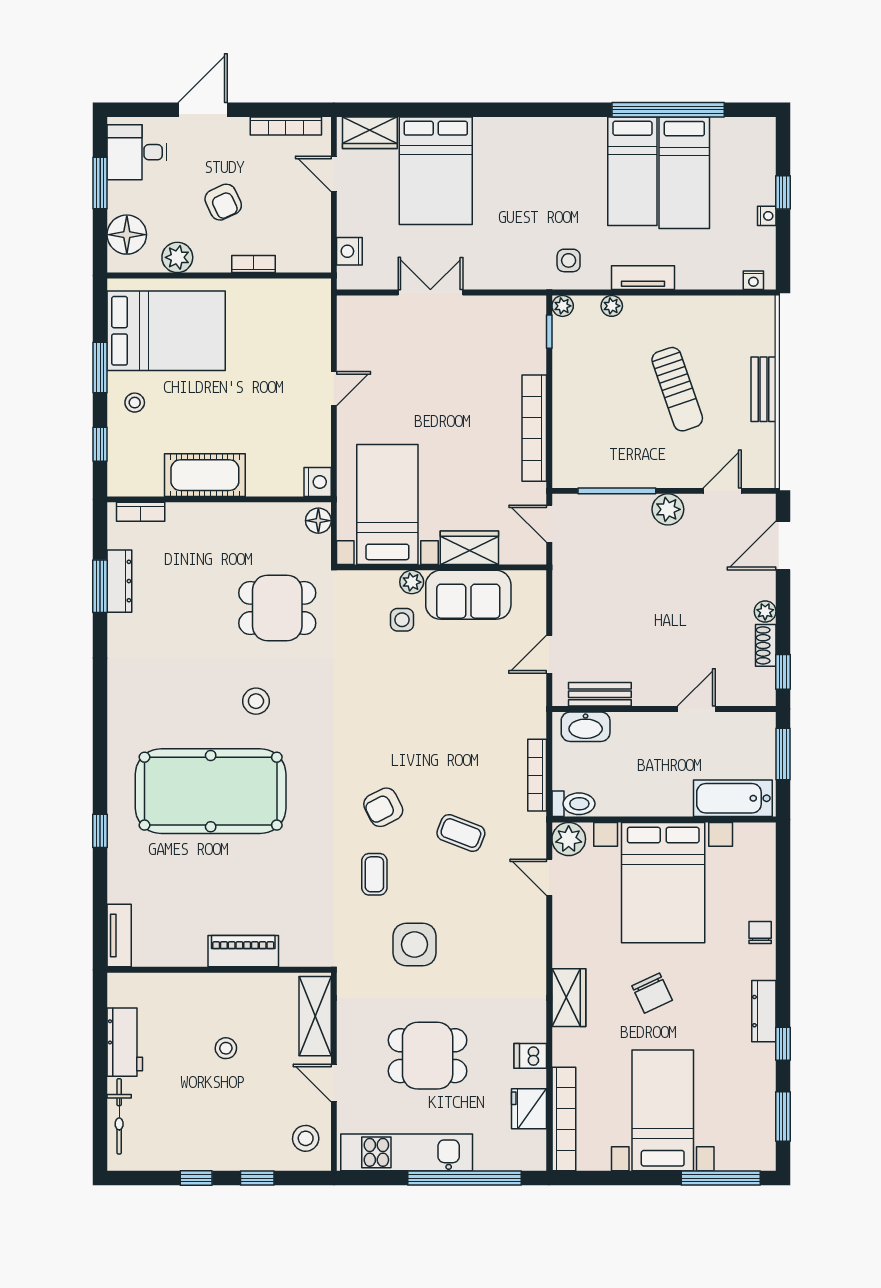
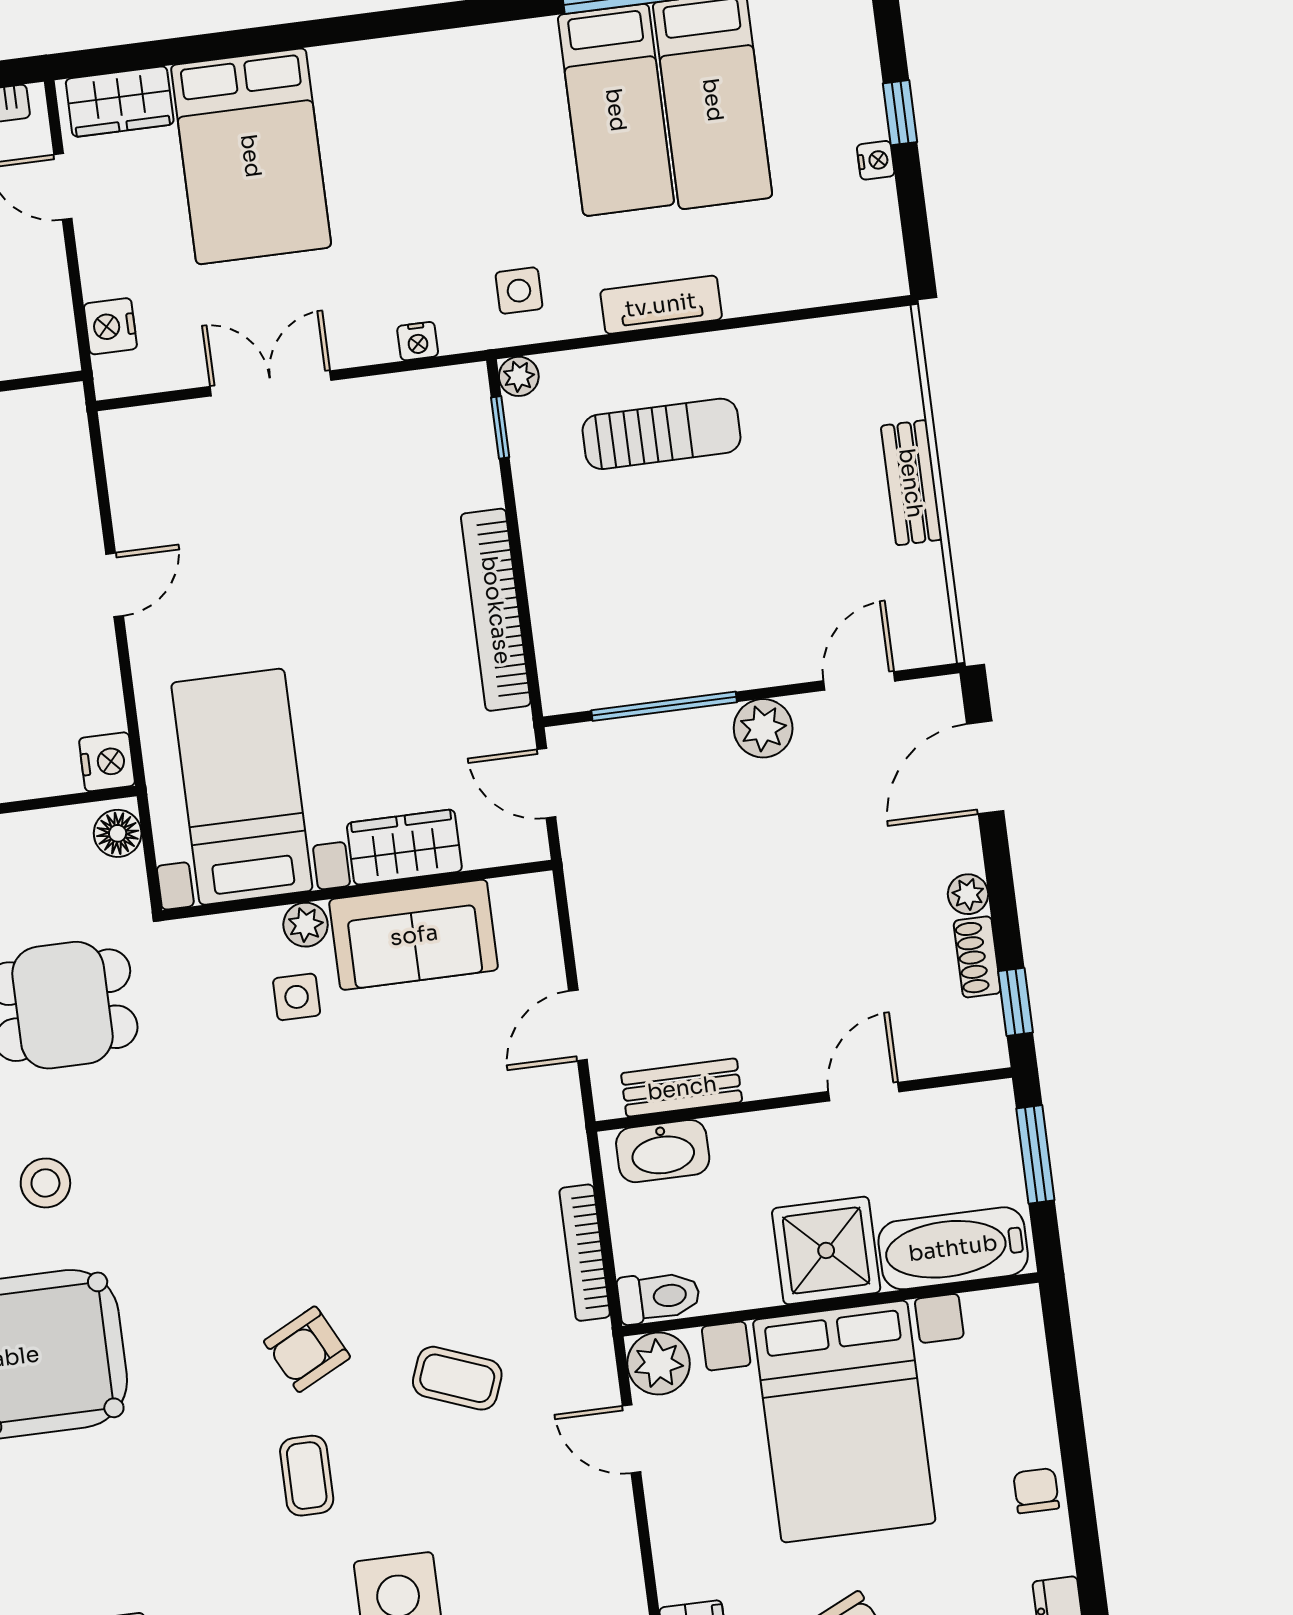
nightstand: (753, 280) -> (418, 341), moved
plant: (612, 306) -> (610, 365), removed
sun lounger: (677, 389) -> (662, 434), moved, turned -71
shower: (665, 791) -> (826, 1250), added

